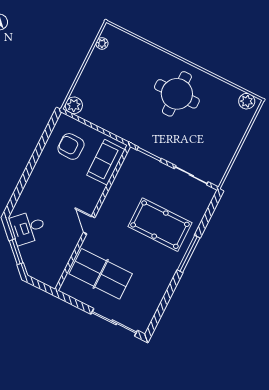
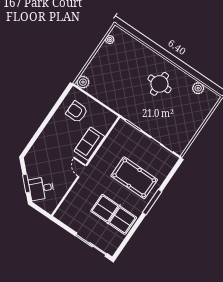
round table: (177, 94) -> (159, 84), width x0.73, depth x0.73
plant: (247, 101) -> (198, 88), moved
sofa: (106, 162) -> (89, 144), moved
desk: (28, 228) -> (41, 188), moved
table tennis table: (101, 274) -> (114, 214), moved

